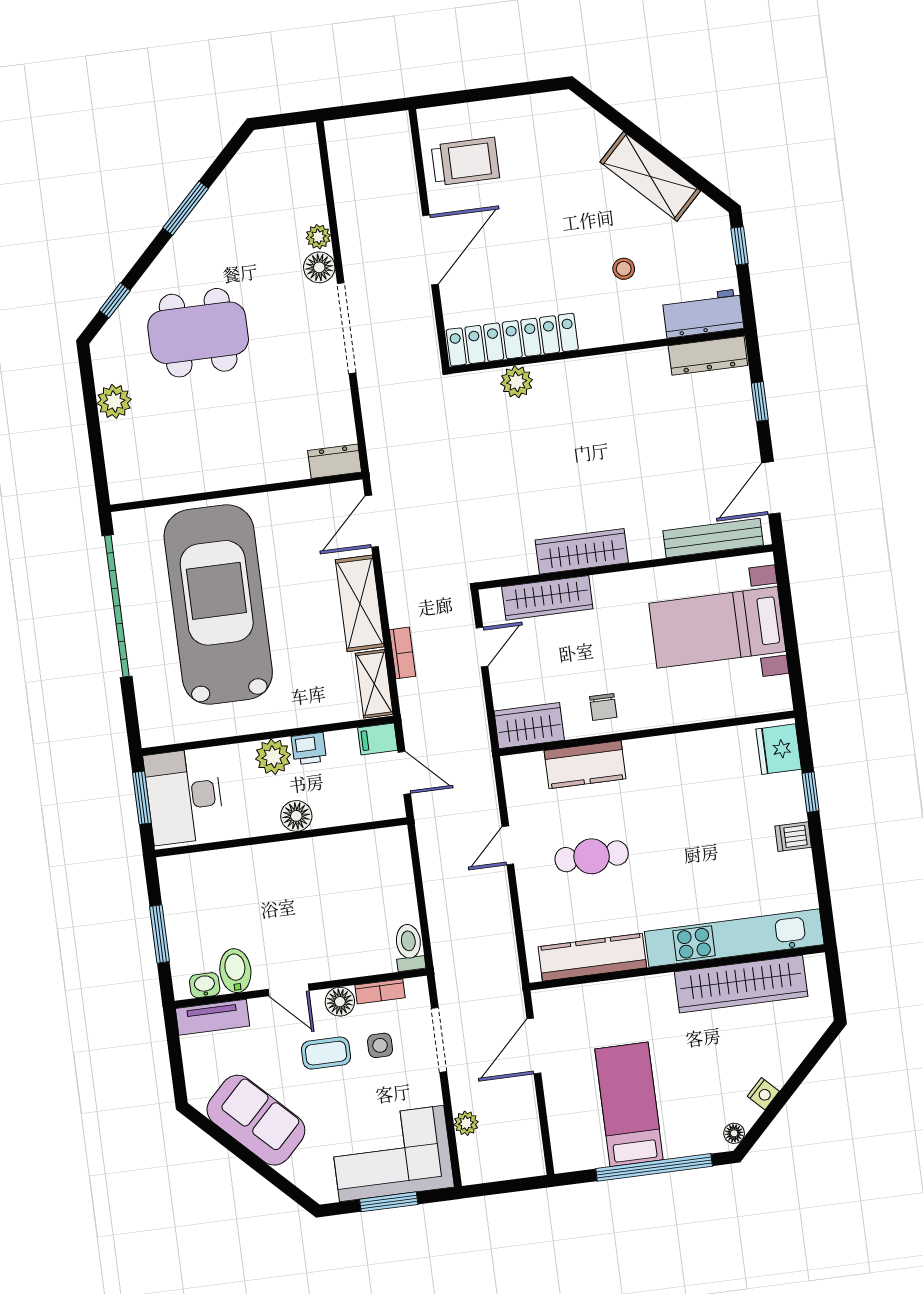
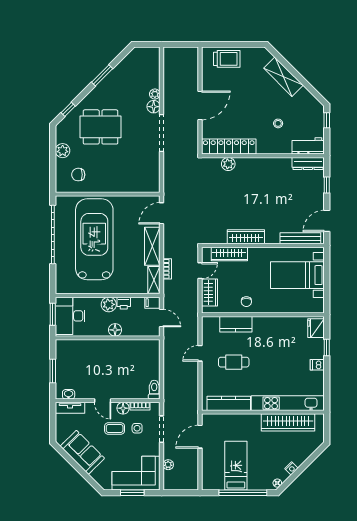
trolley: (465, 161) -> (227, 59), moved
shelving: (650, 176) -> (283, 77), moved
chair: (159, 454) -> (78, 175), added
dresser: (335, 461) -> (150, 187), removed
wardrobe: (529, 726) -> (209, 292), moved, turned 90
bidet: (235, 971) -> (82, 390), removed

